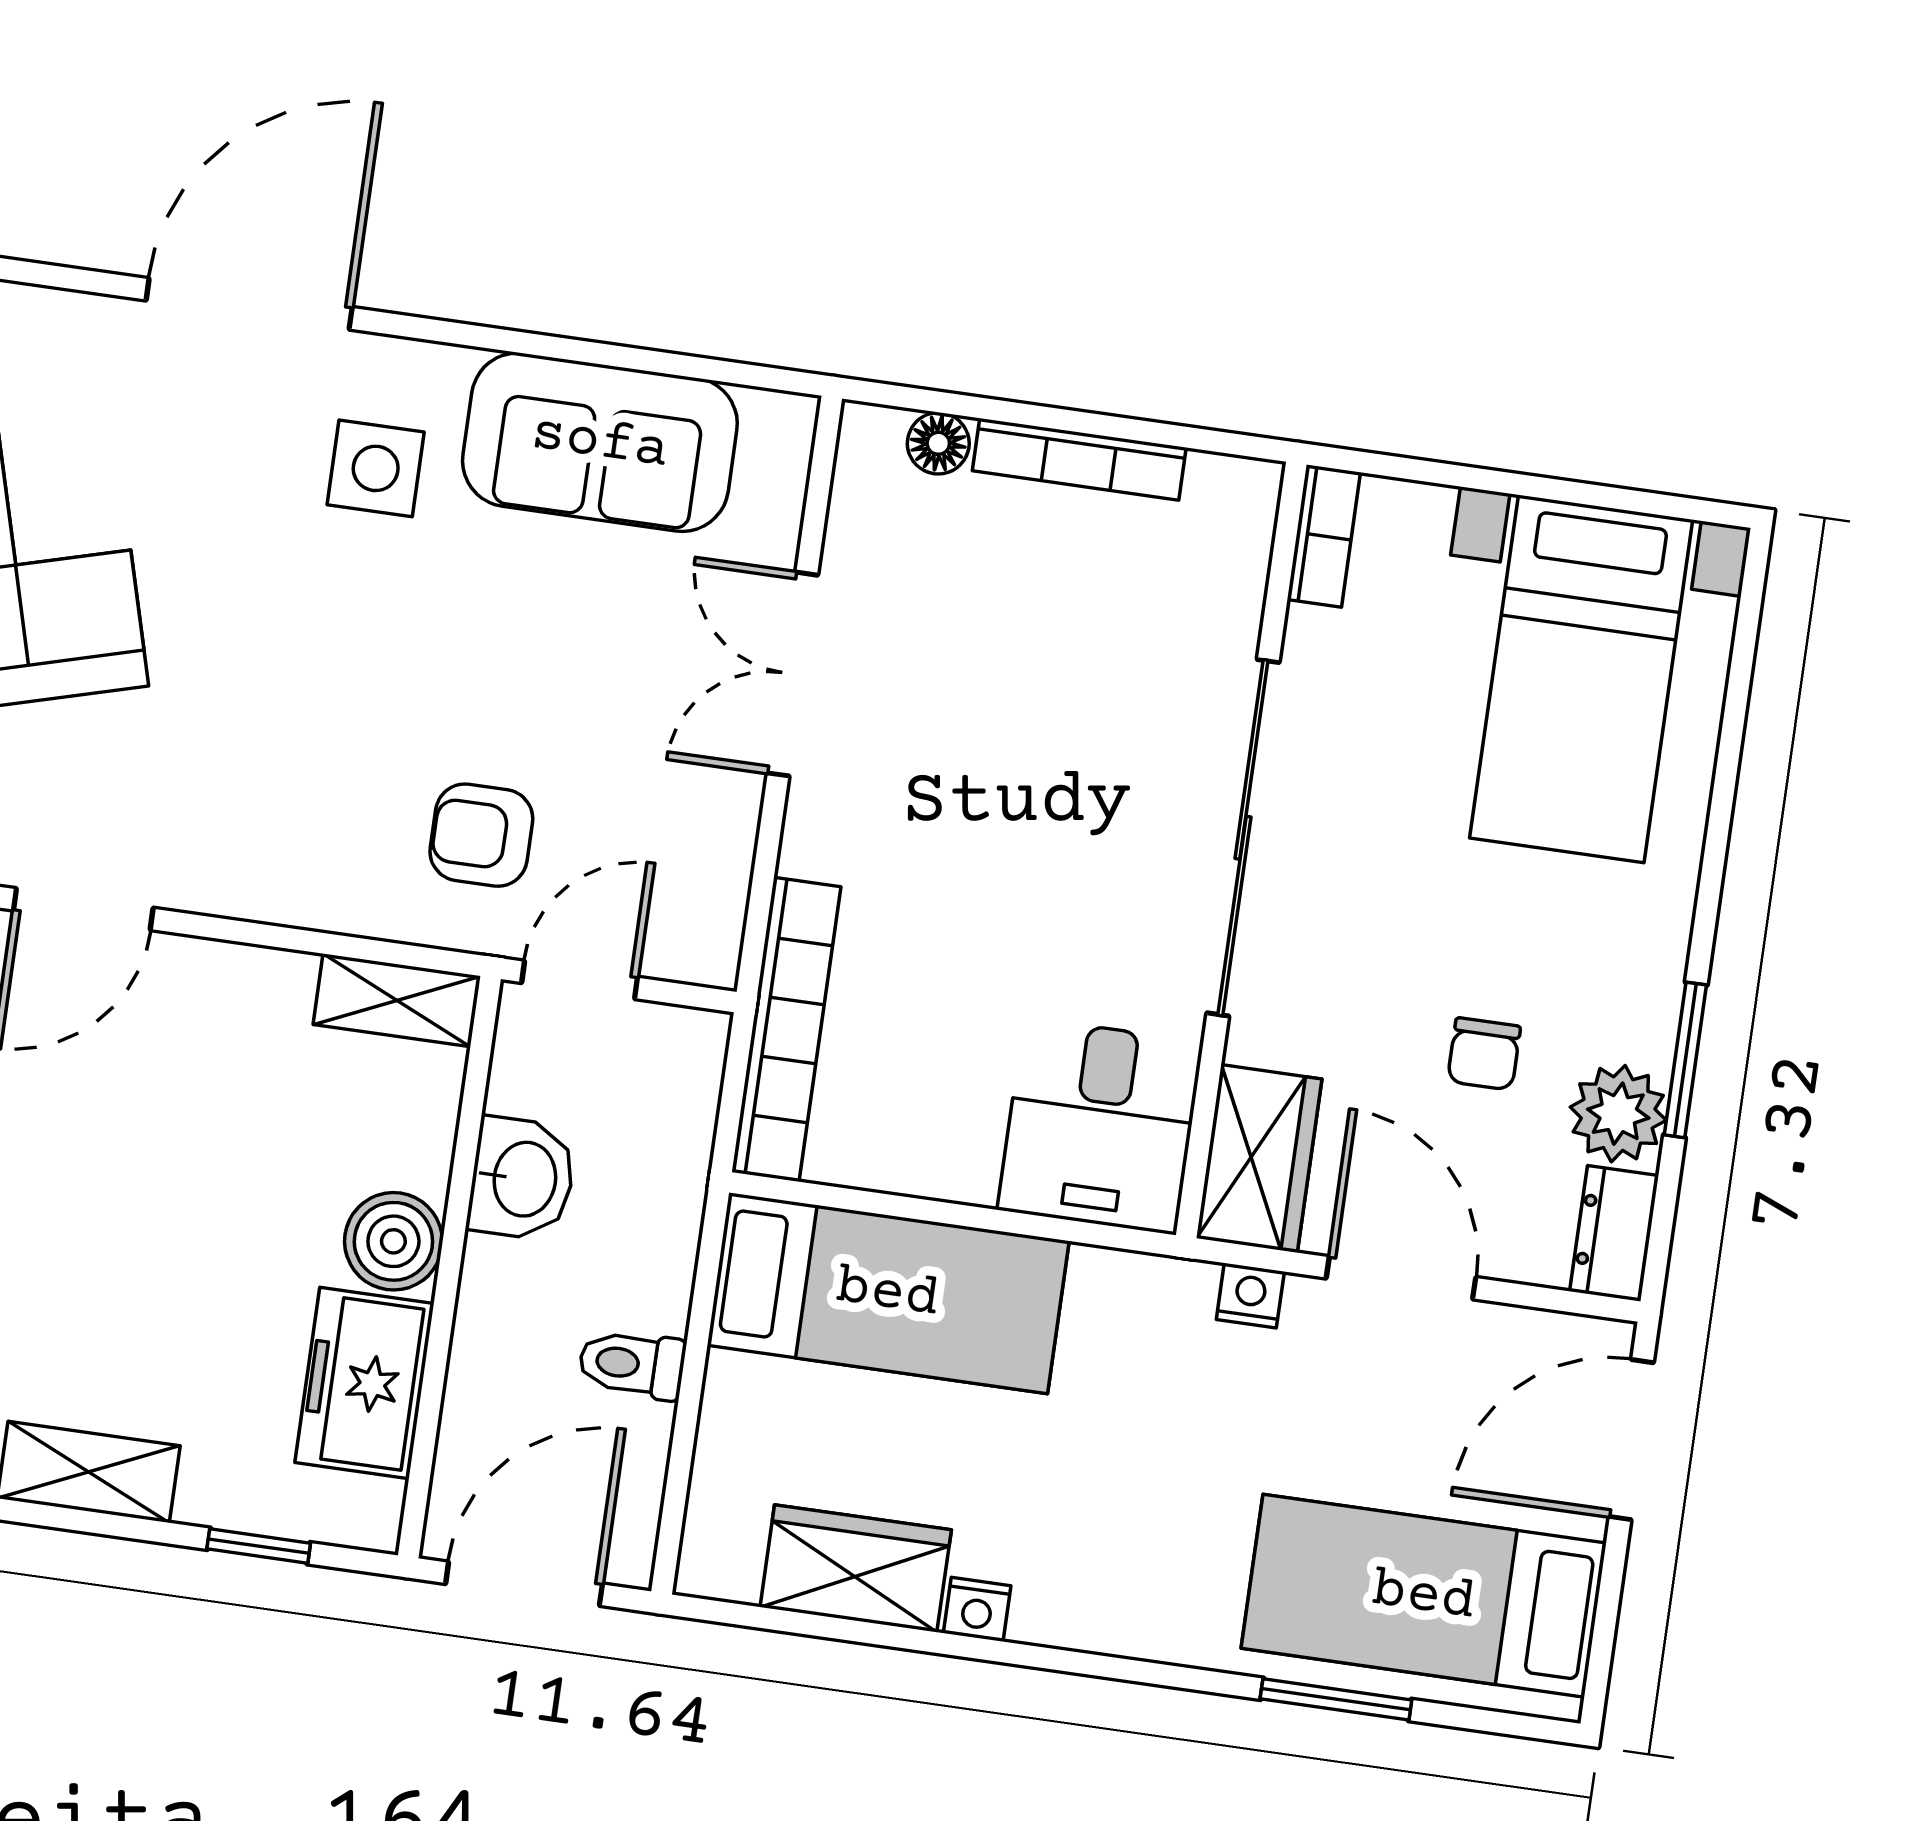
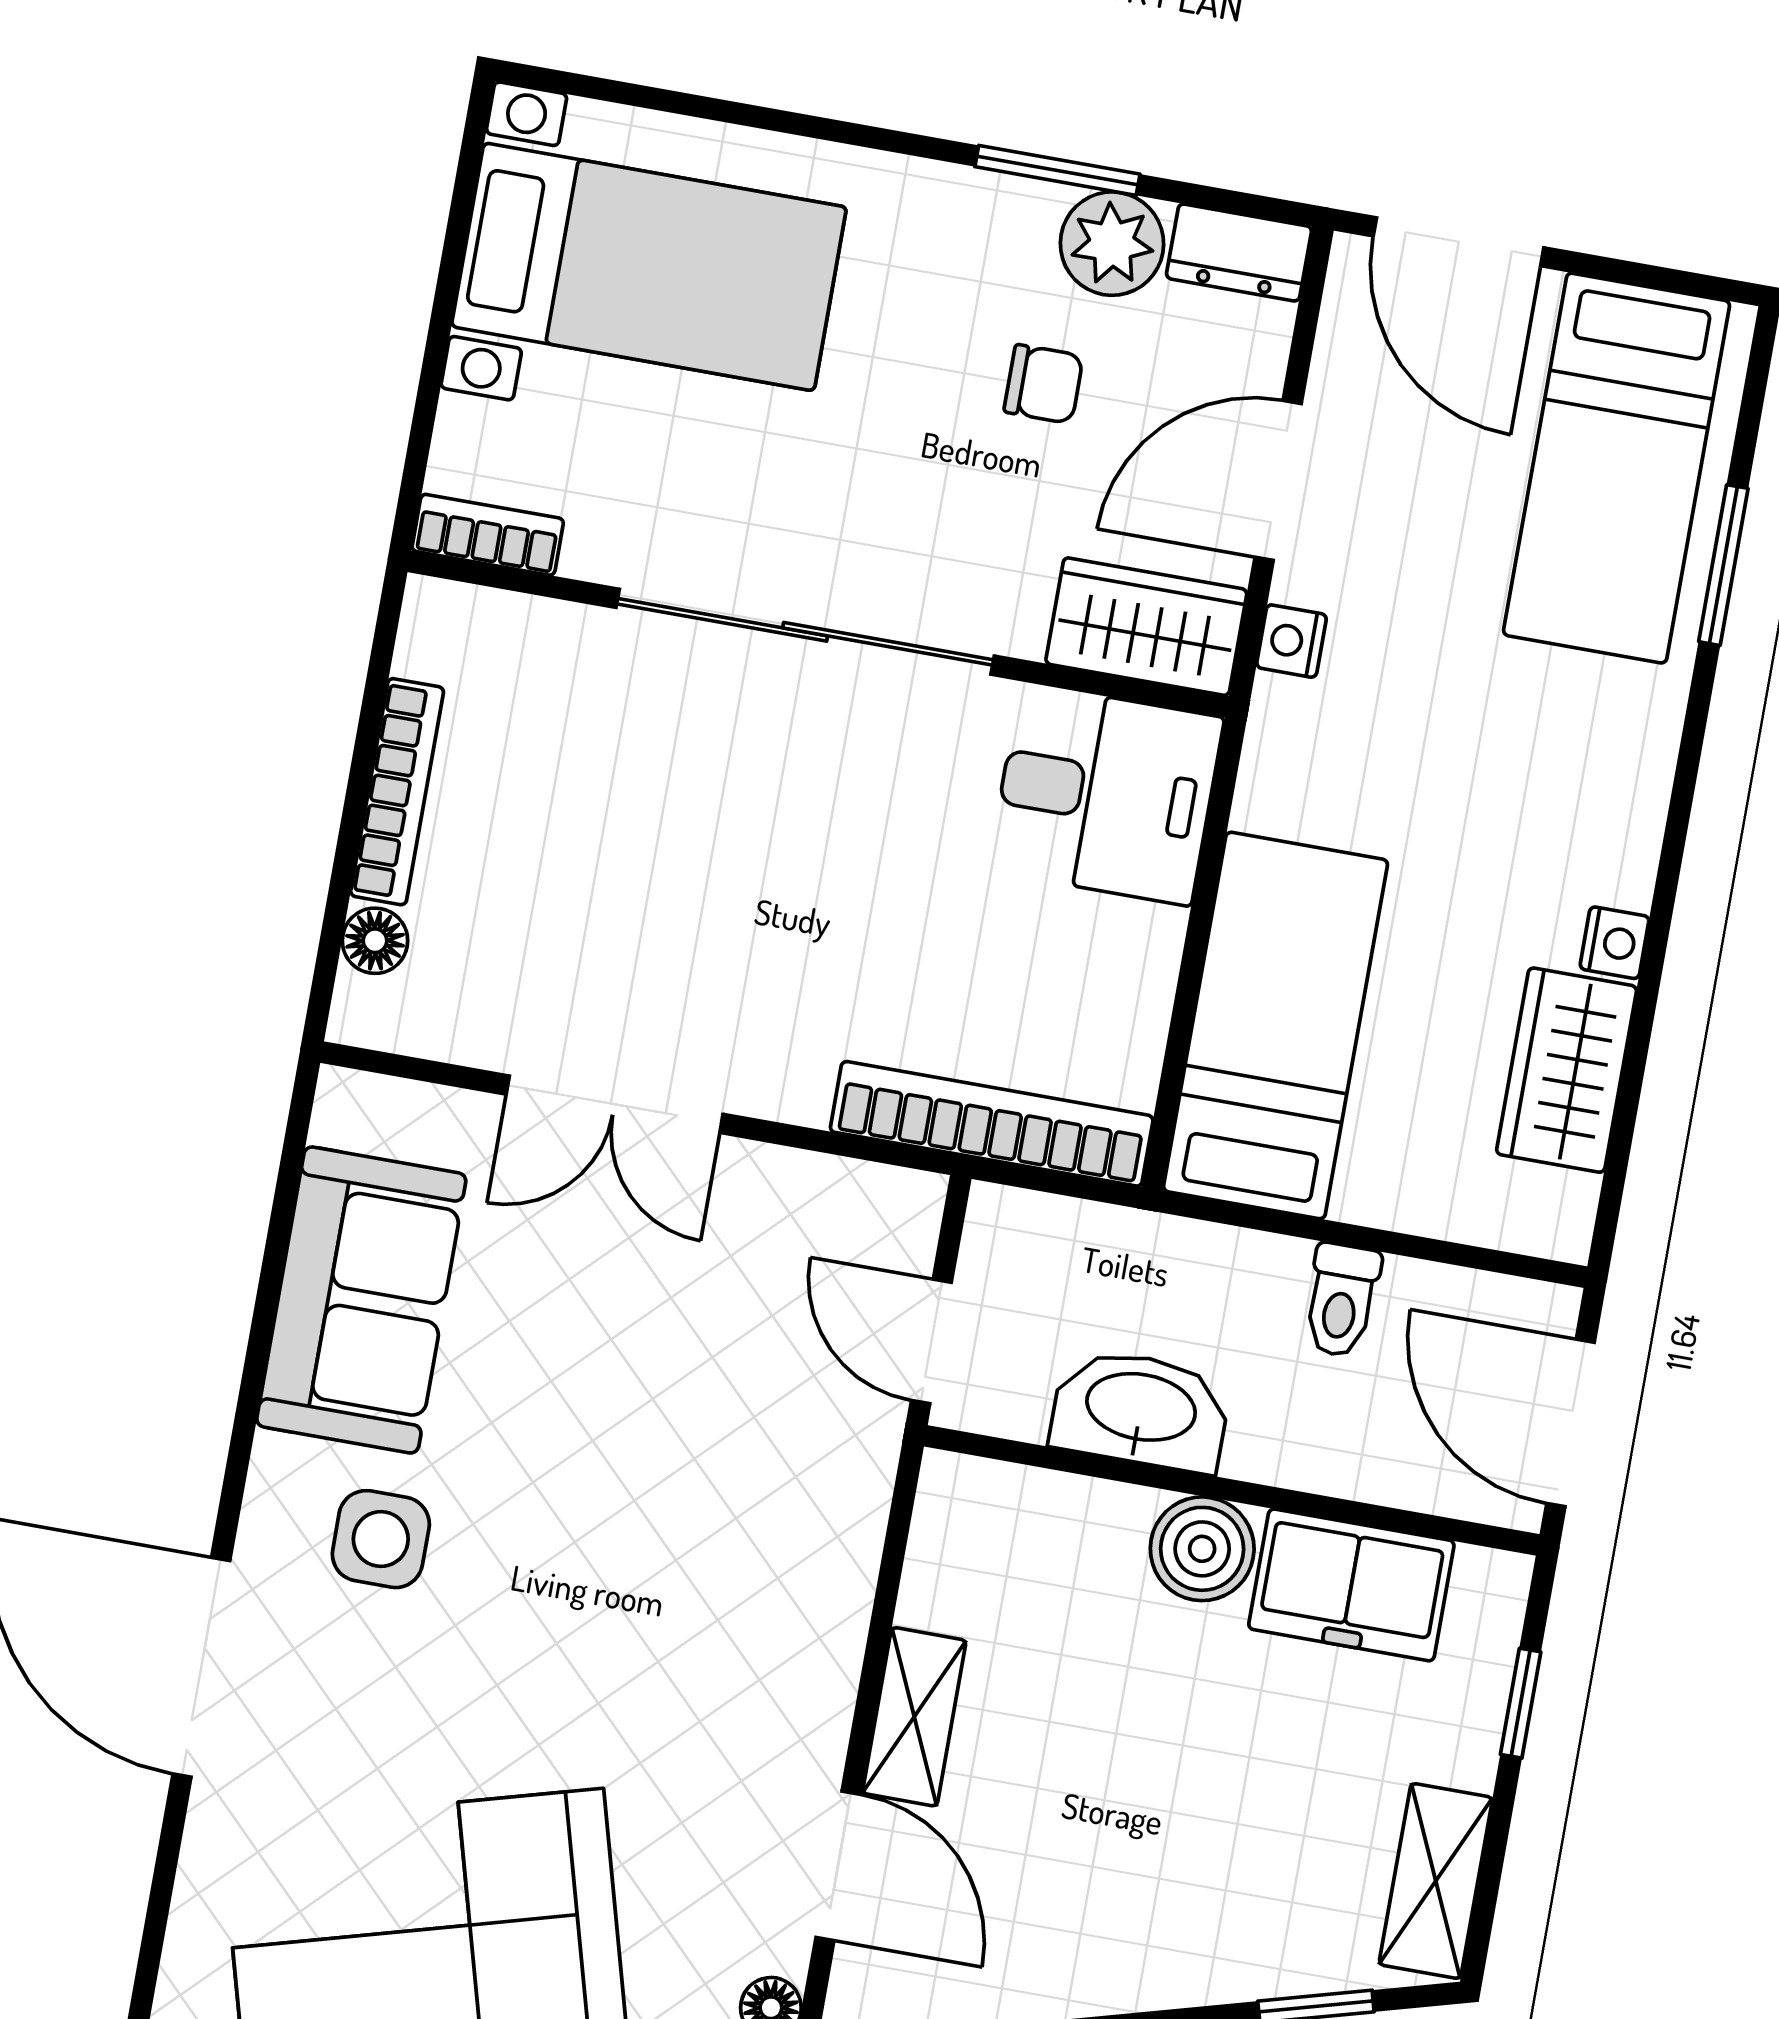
armchair: (481, 835) -> (774, 1440), removed
shelving: (397, 1000) -> (914, 1717), moved
washbasin: (522, 1179) -> (1141, 1410), width x1.38

